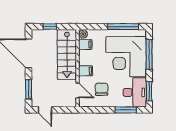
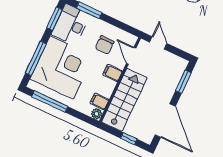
door: (45, 110) -> (158, 43), moved

